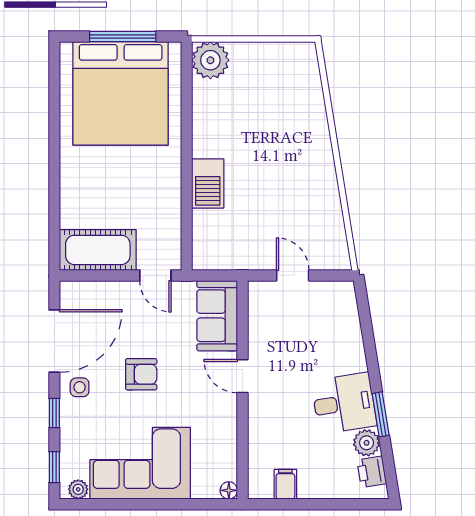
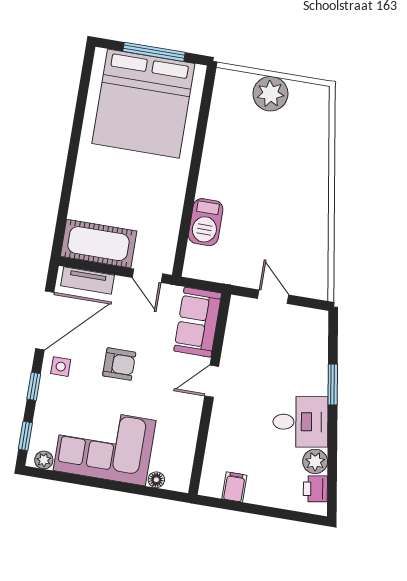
plant: (210, 60) -> (270, 94), moved
barbecue: (208, 183) -> (206, 222), moved
tv unit: (93, 291) -> (88, 280), added
door: (243, 376) -> (212, 381), hinge flipped
window: (381, 414) -> (333, 385), moved
floor lamp: (229, 490) -> (156, 480), moved

